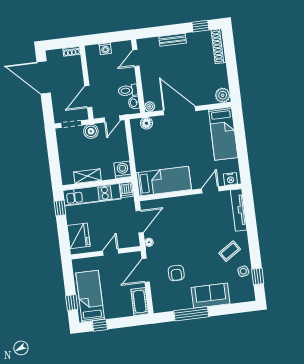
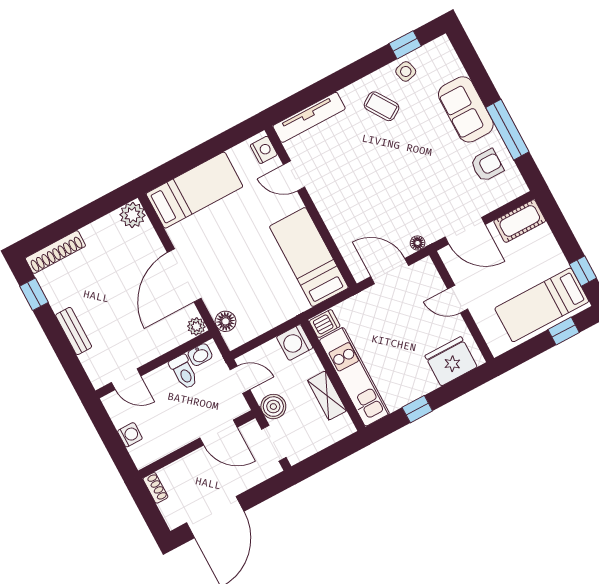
washing machine: (123, 170) -> (295, 342), moved
shelving: (87, 176) -> (327, 396), moved
wall: (97, 184) -> (333, 375), moved
dishwasher: (127, 190) -> (325, 324), moved
kitchen unit: (92, 195) -> (354, 377), moved
armchair: (176, 273) -> (487, 165), moved

